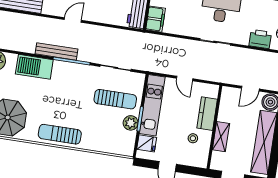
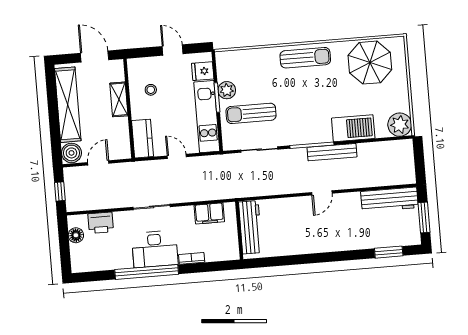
filing cabinet: (156, 19) -> (209, 213), moved, turned -90
kitchen counter: (207, 114) -> (143, 139), moved

